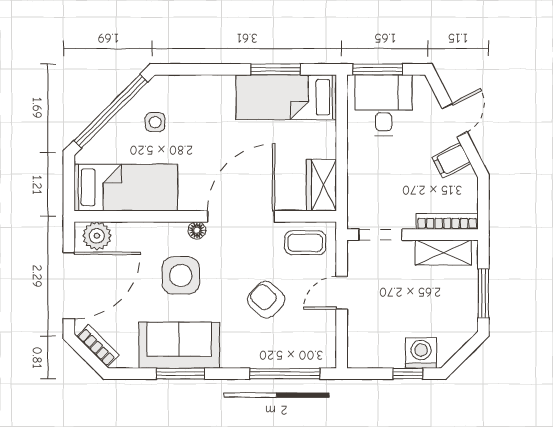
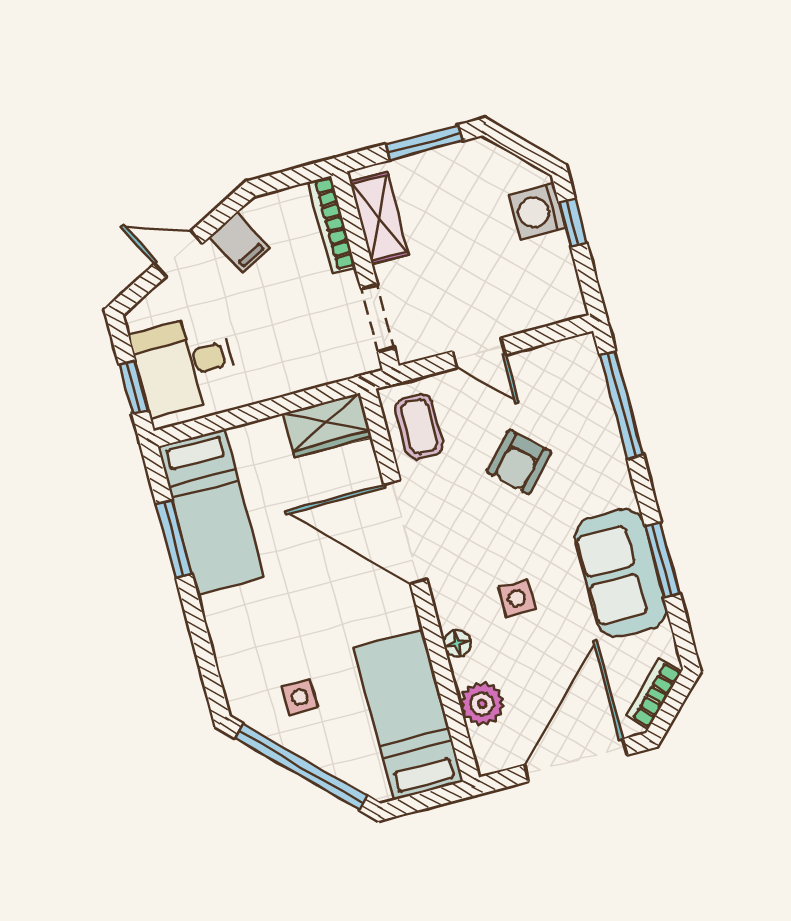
window: (378, 69) -> (134, 387), width x0.67
floor lamp: (197, 230) -> (457, 643), moved
plant: (97, 236) -> (482, 704), moved
side table: (181, 275) -> (517, 598), width x0.54, depth x0.54
door: (69, 285) -> (576, 760), hinge flipped

